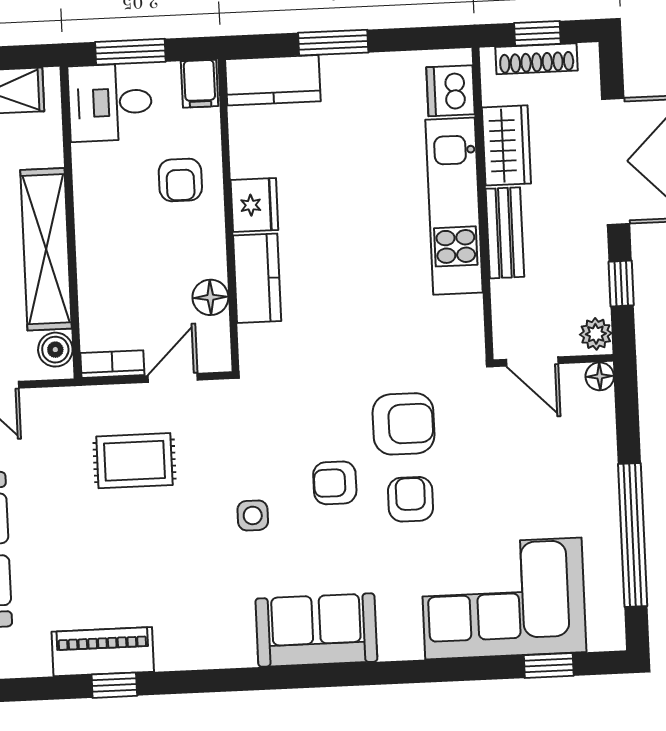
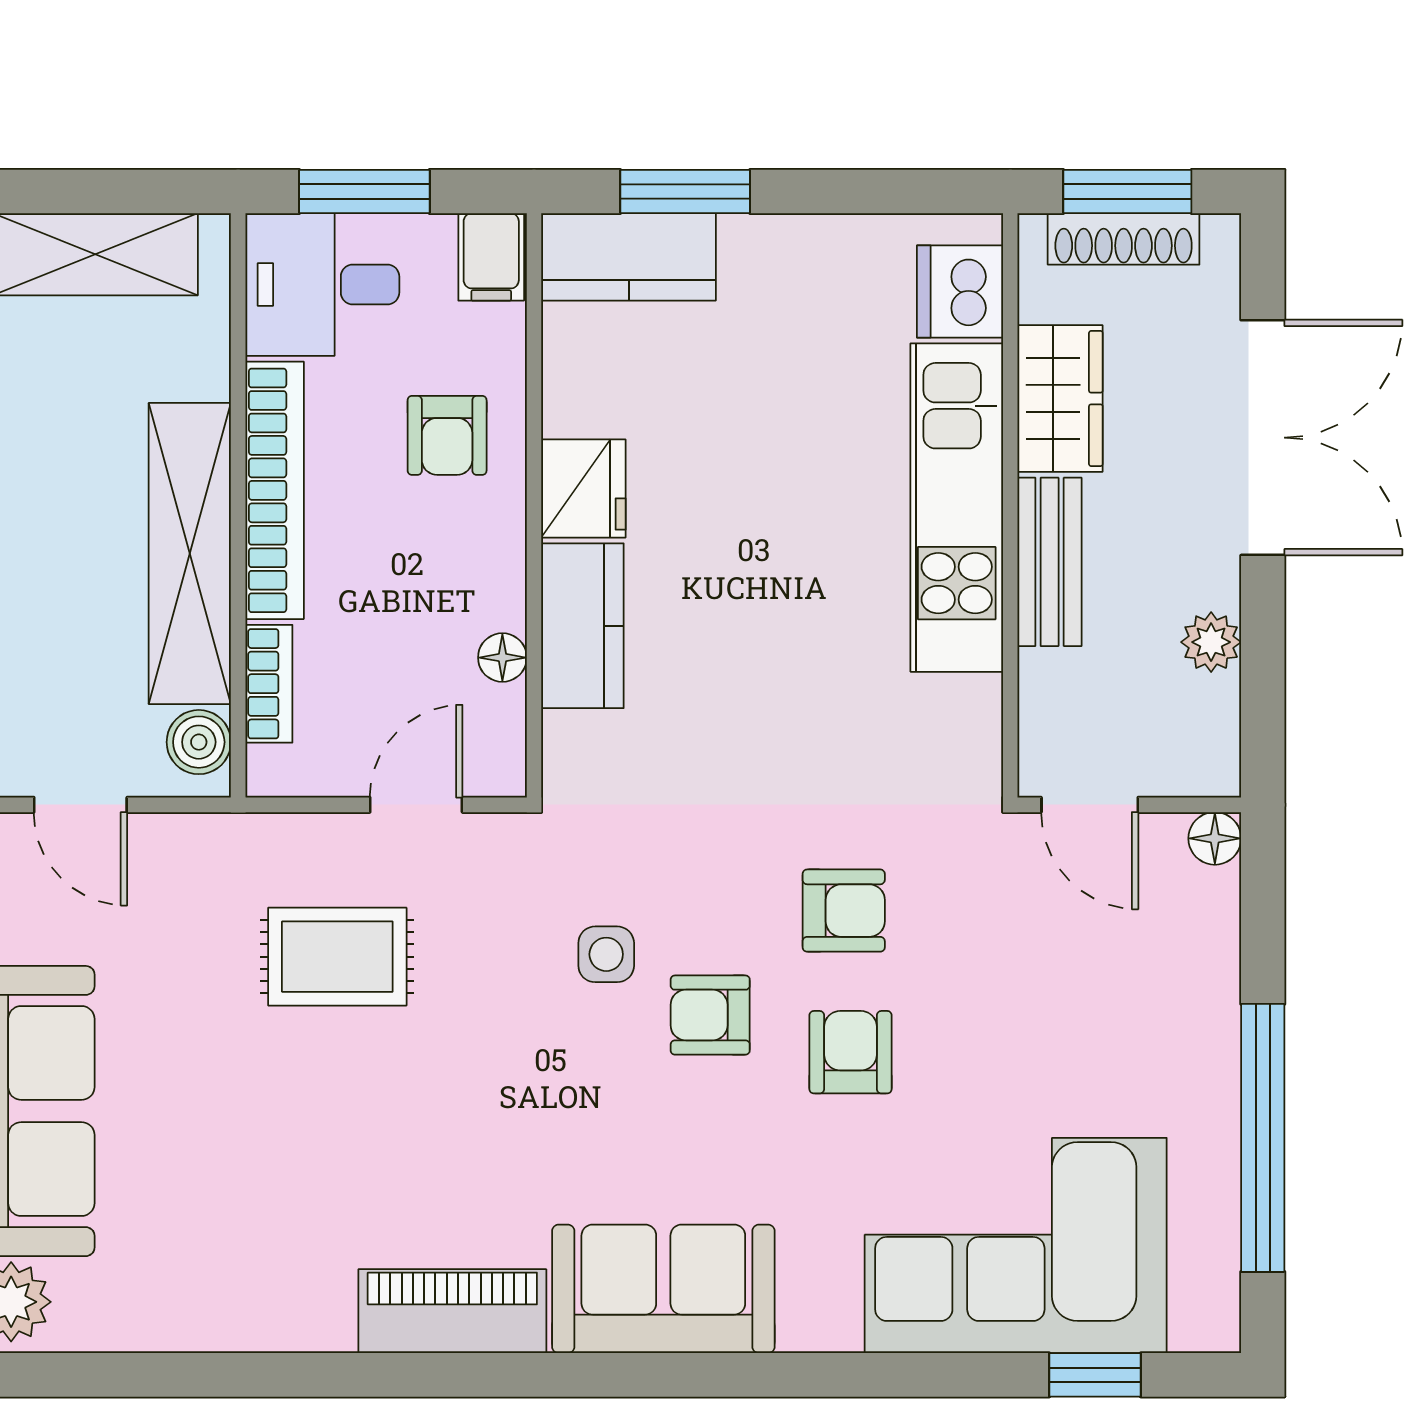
window: (537, 33) -> (1127, 191), width x1.50
window: (333, 43) -> (685, 191), moved
bookcase: (90, 213) -> (275, 490), added
window: (621, 284) -> (1263, 667), removed
floor lamp: (210, 297) -> (502, 658), width x0.73, depth x0.73
plant: (596, 334) -> (1211, 642), moved
bookcase: (112, 364) -> (269, 684), moved, turned 90
armchair: (403, 424) -> (844, 911), width x0.72, depth x0.72
side table: (253, 515) -> (606, 954), moved
piano: (103, 652) -> (452, 1311), moved
window: (114, 685) -> (281, 1375), removed

